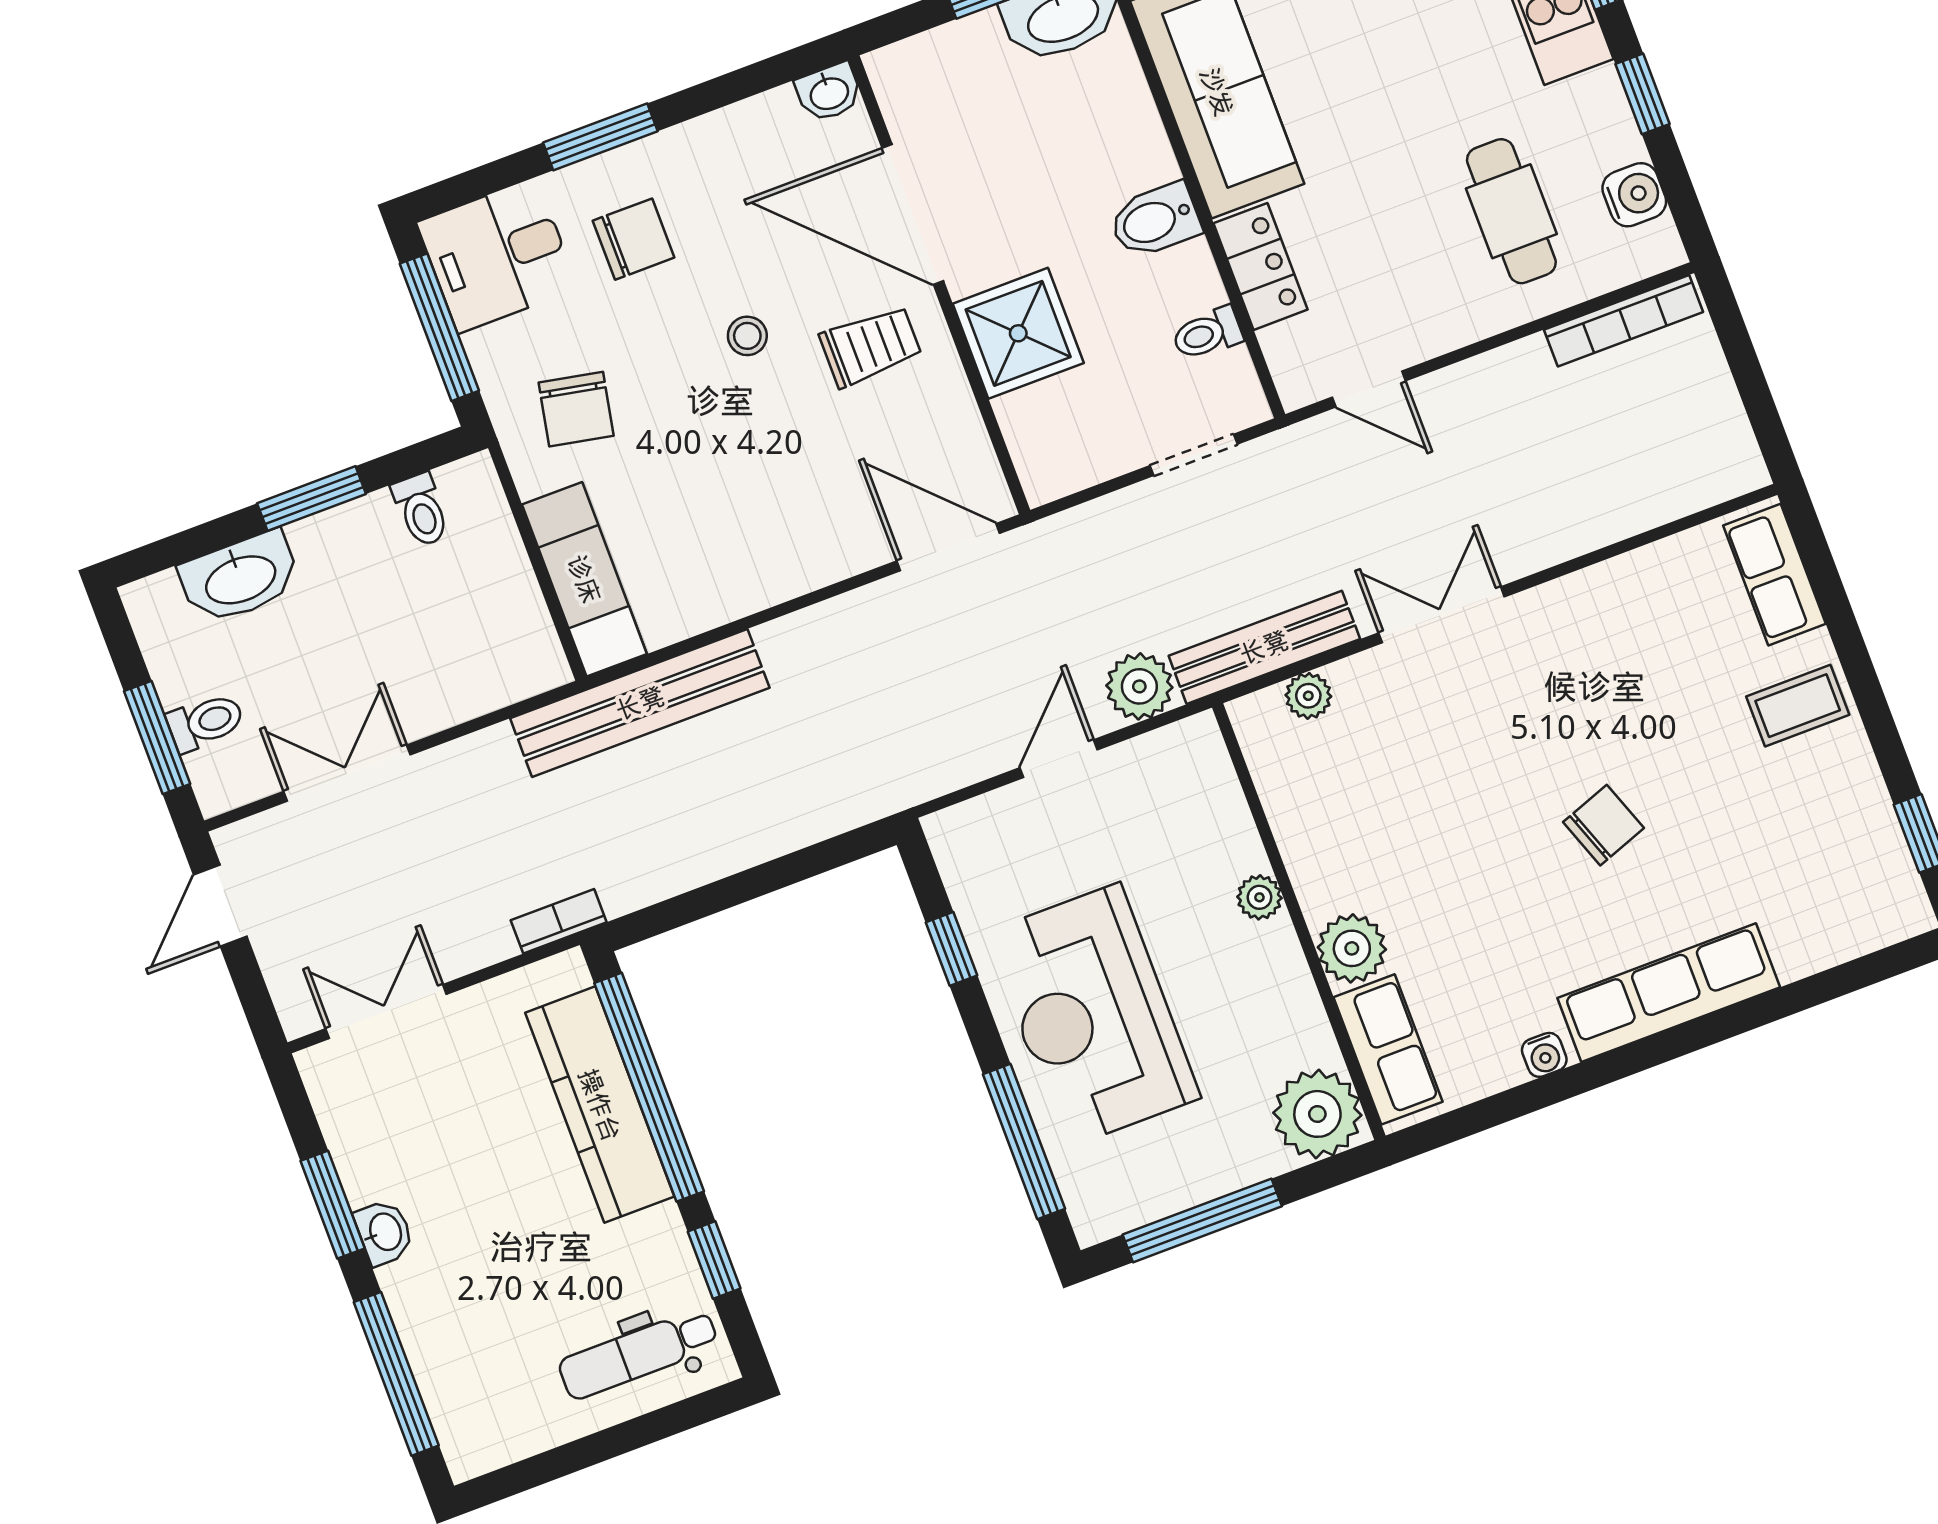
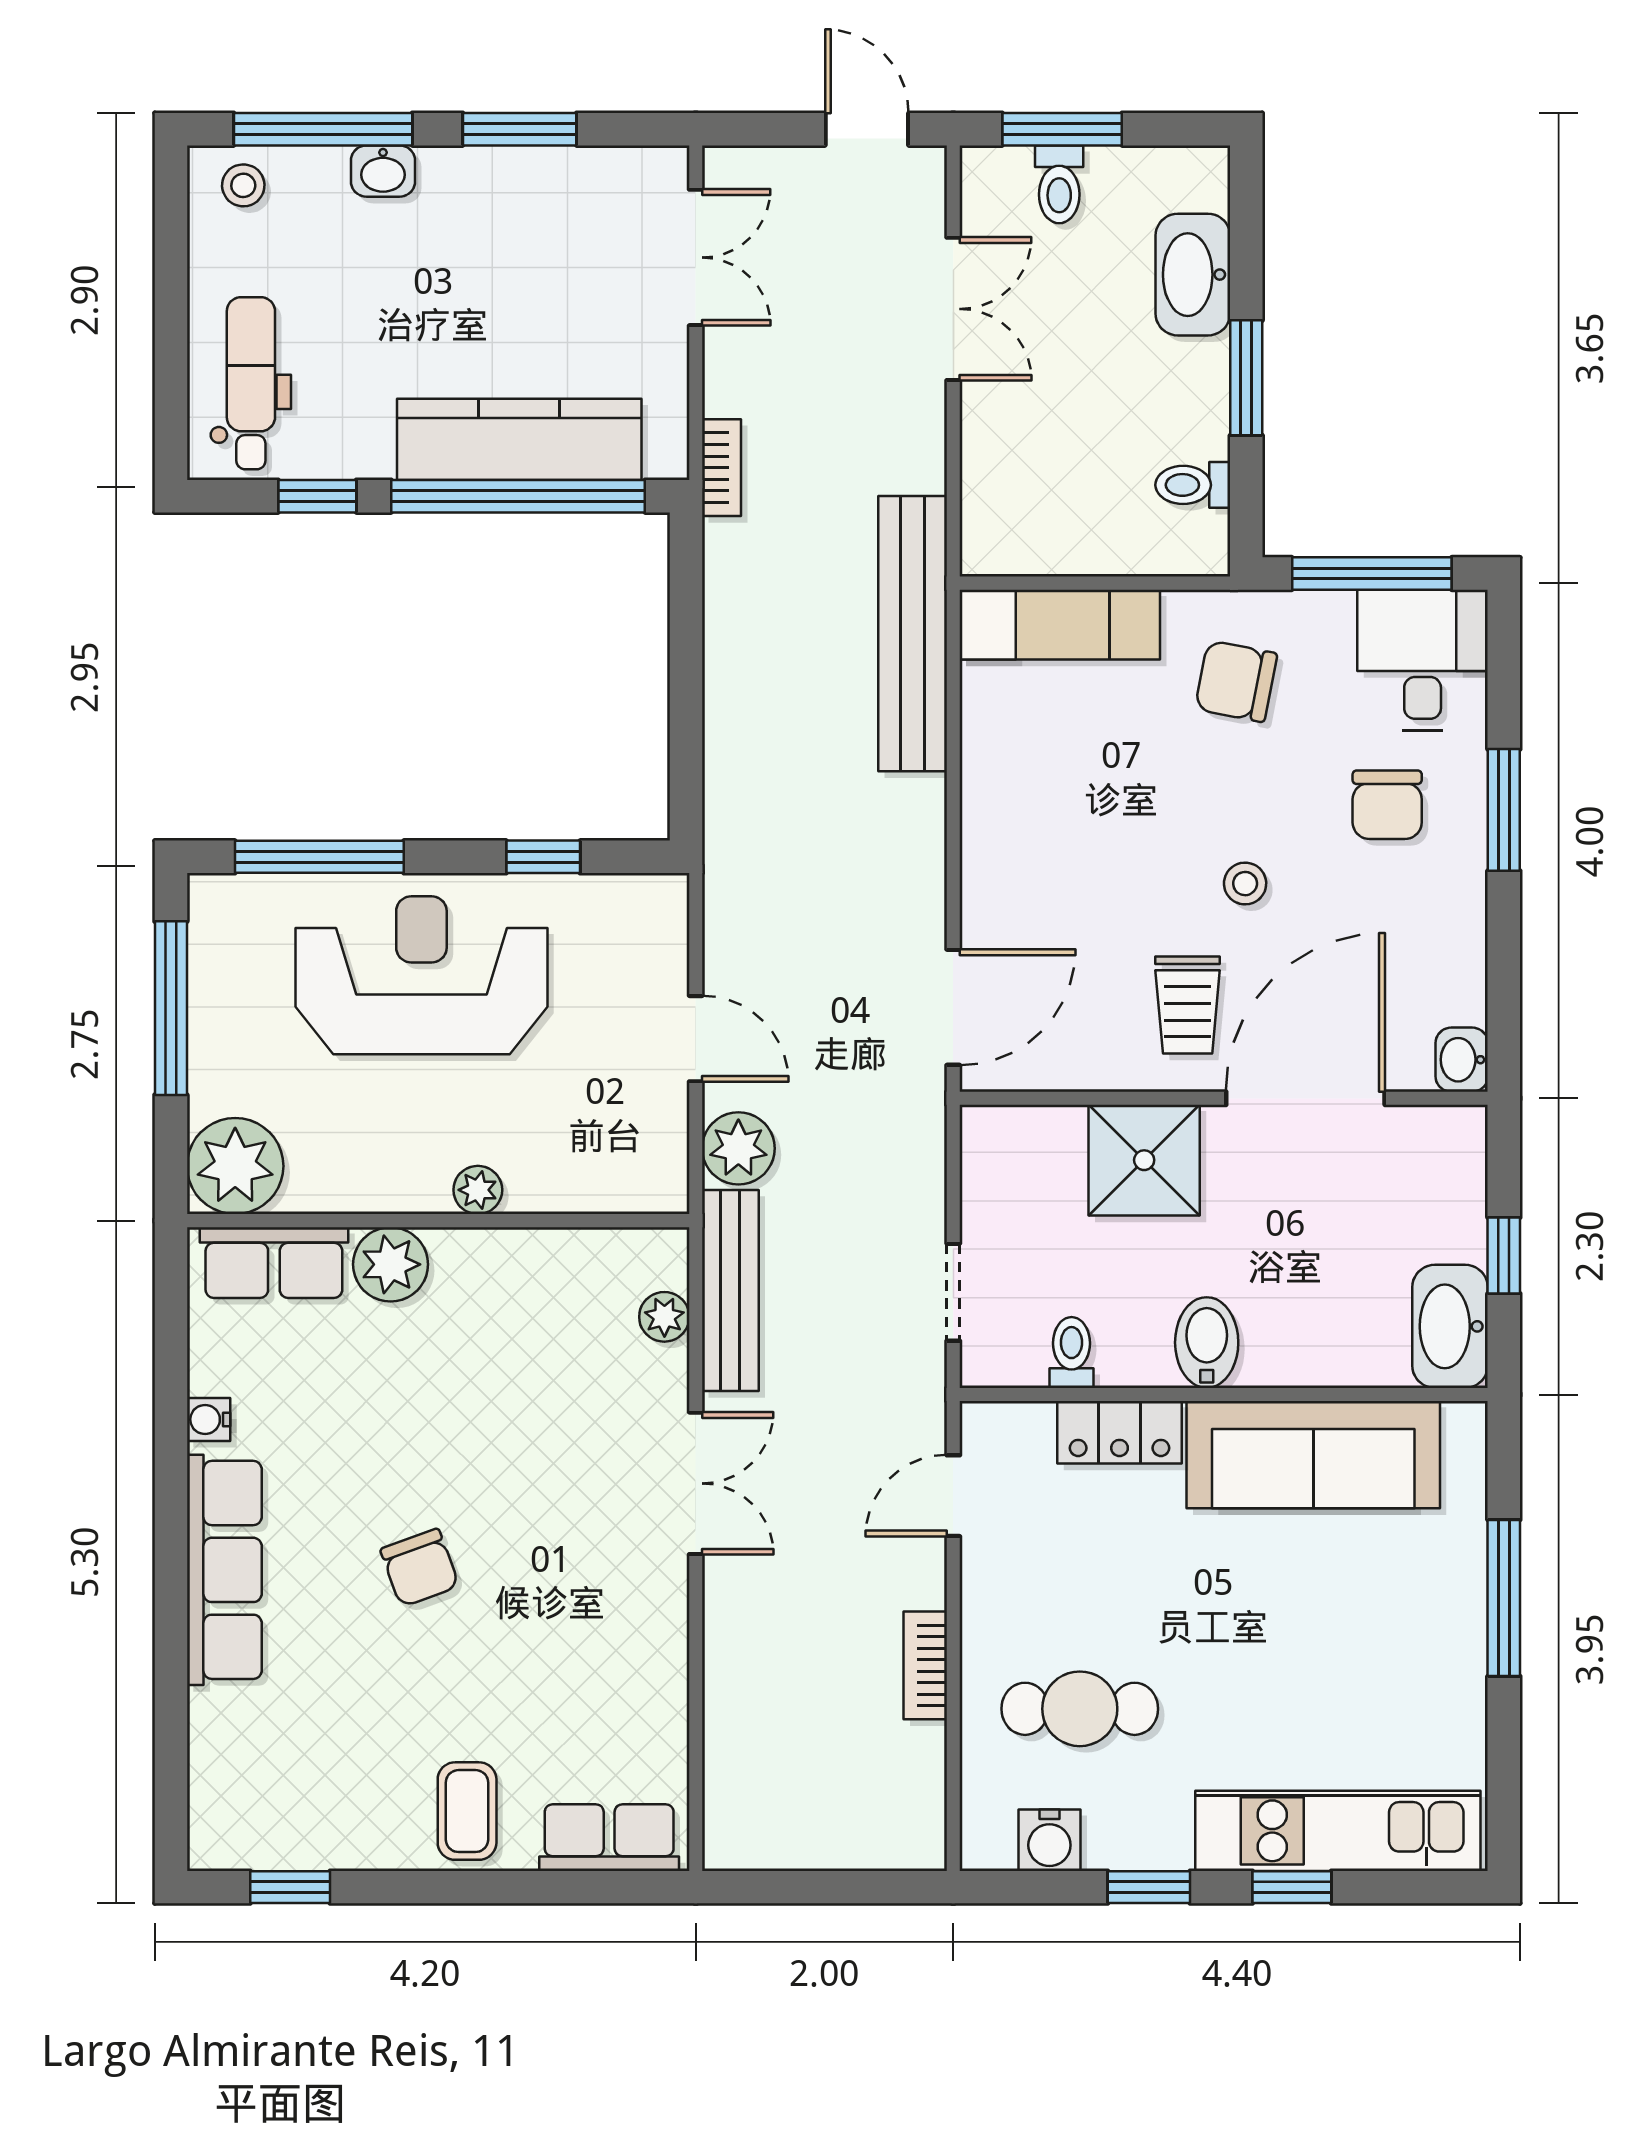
bookcase: (1623, 321) -> (925, 1665), moved, width x0.64
washbasin: (384, 1232) -> (383, 171), moved
stool: (470, 1424) -> (243, 185), added

